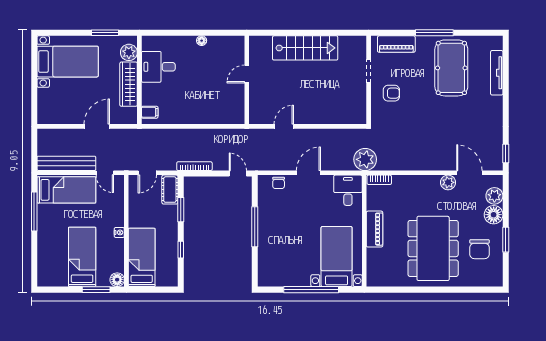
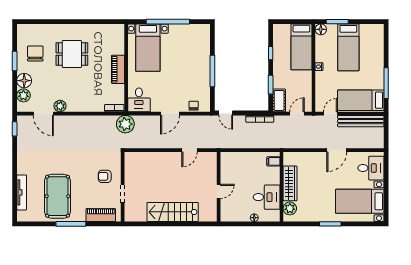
plant: (129, 52) -> (290, 208), moved
desk: (158, 67) -> (267, 197), moved
wall: (139, 80) -> (282, 187), moved
wardrobe: (129, 84) -> (290, 183), moved
desk: (53, 104) -> (371, 168), added
filing cabinet: (150, 112) -> (273, 161), moved
door: (105, 173) -> (331, 114), hinge flipped
dining table: (433, 248) -> (72, 54), width x0.53, depth x0.80

